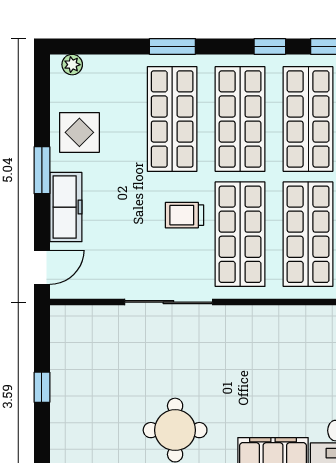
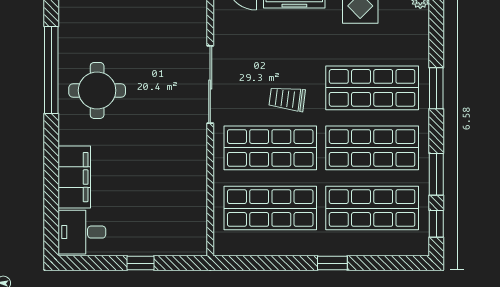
window: (270, 46) -> (436, 174), width x1.50
trolley: (184, 215) -> (287, 99), turned -83

